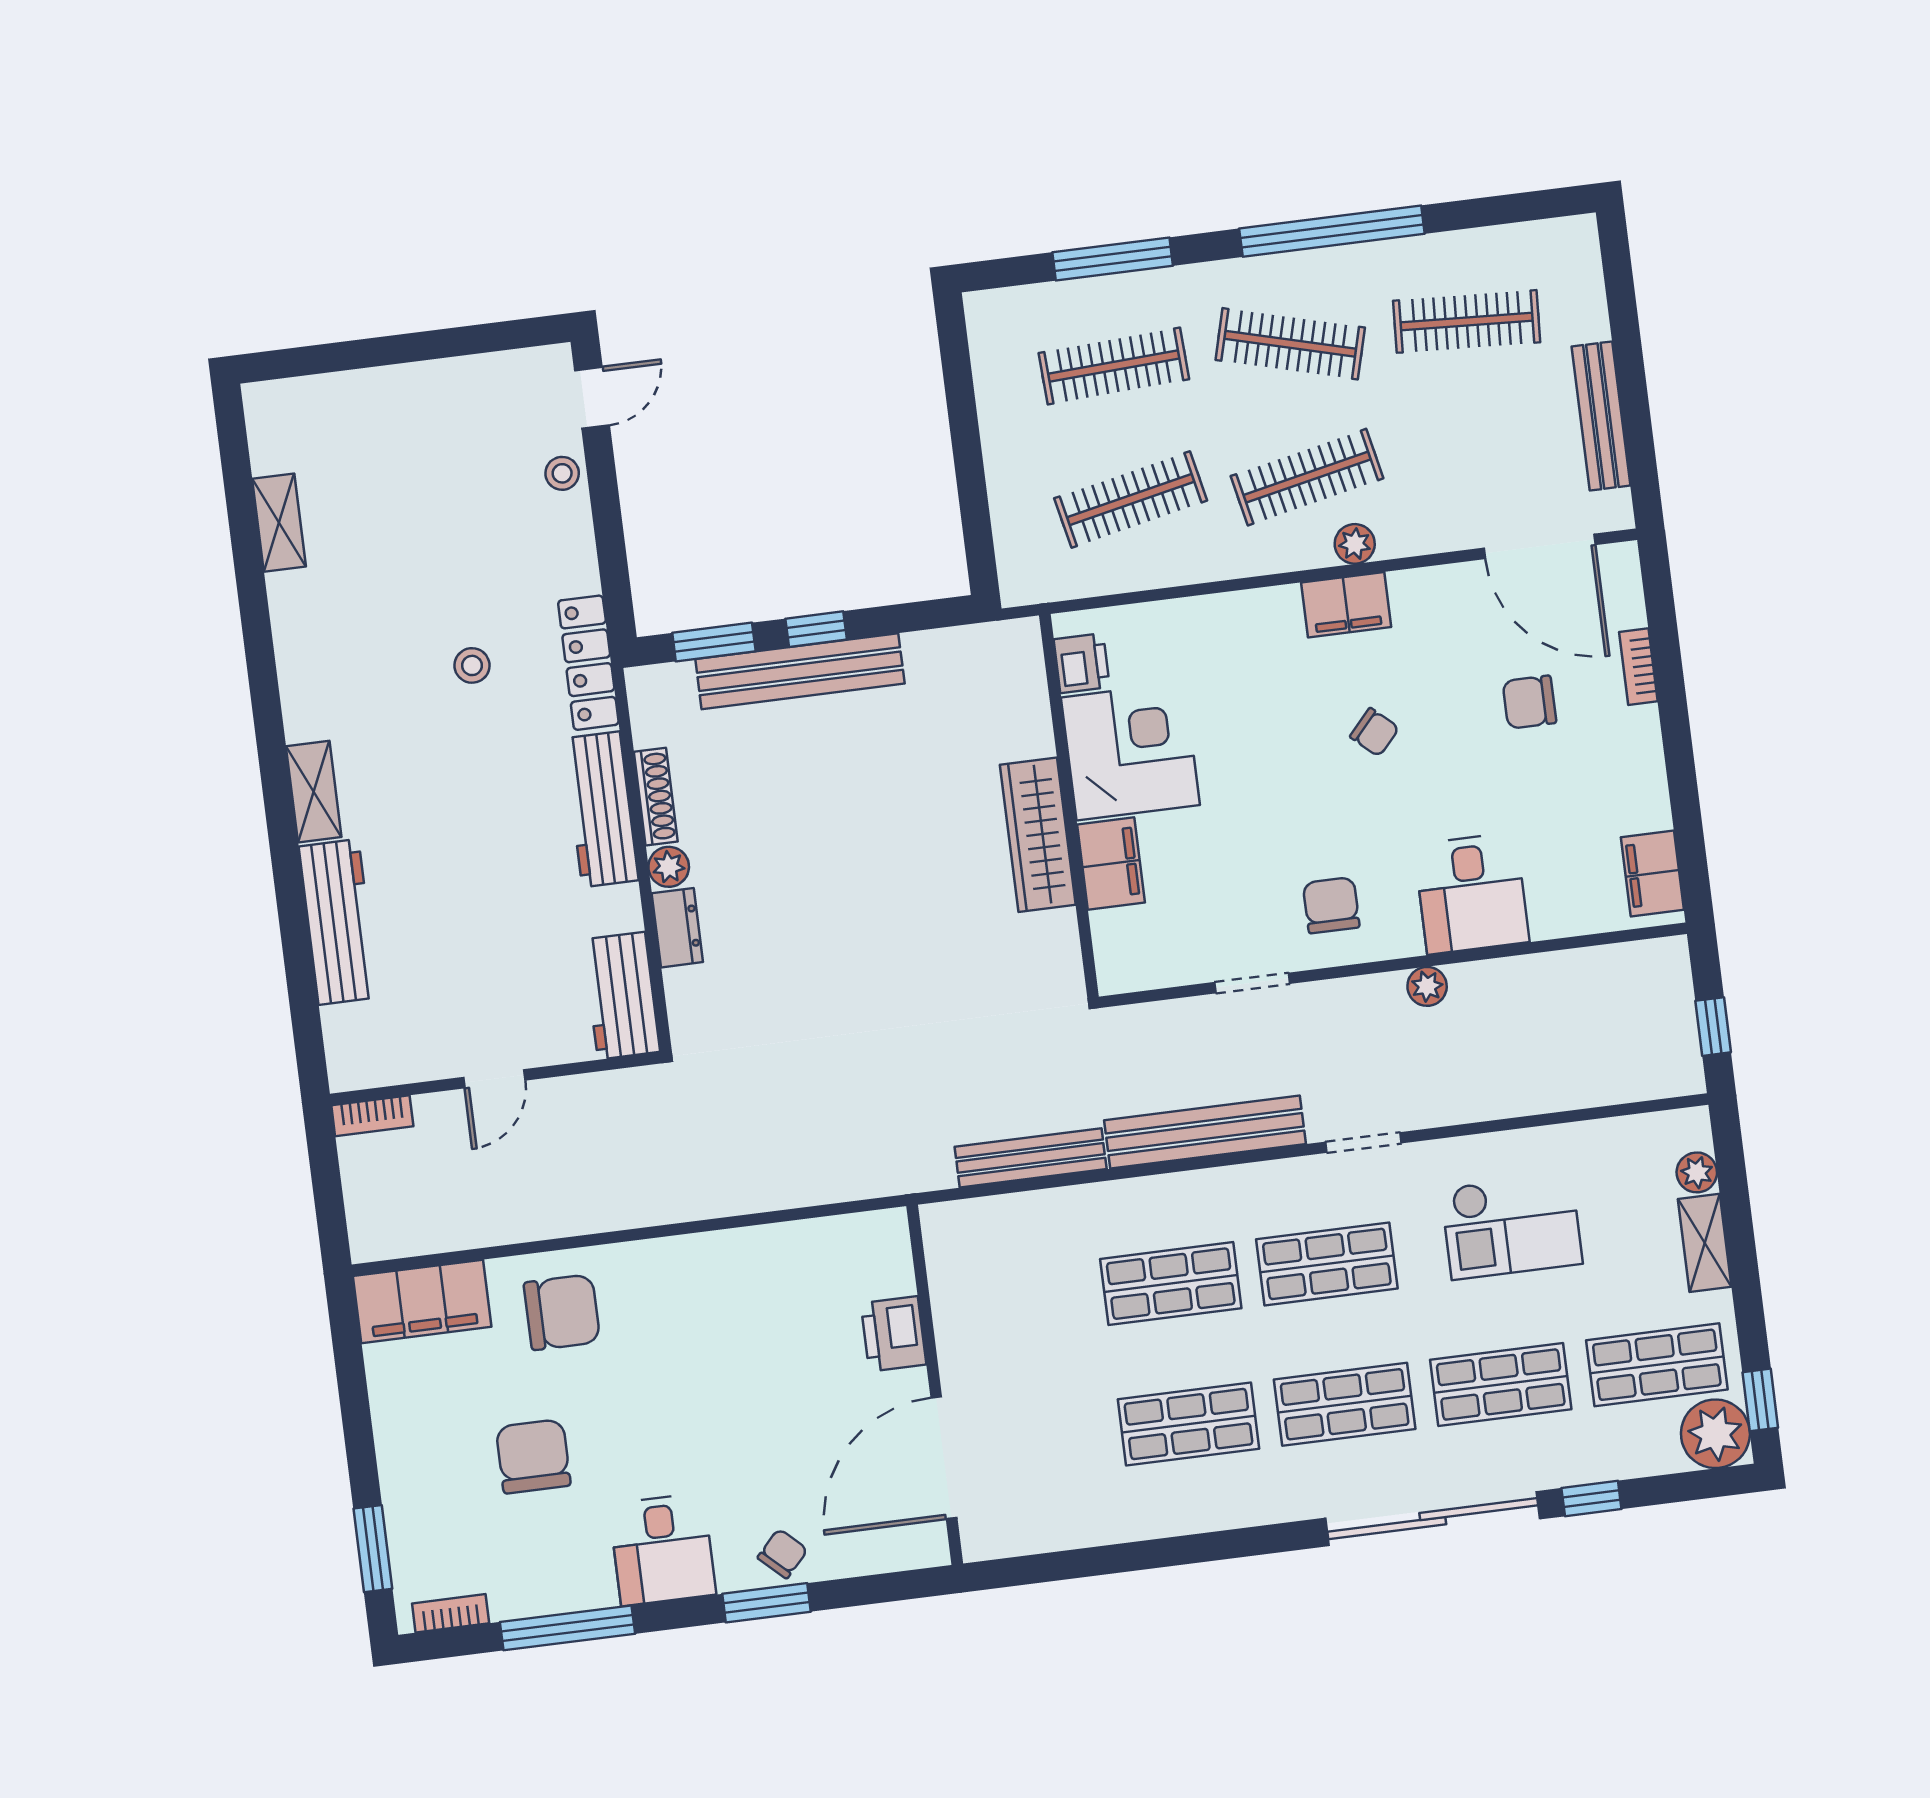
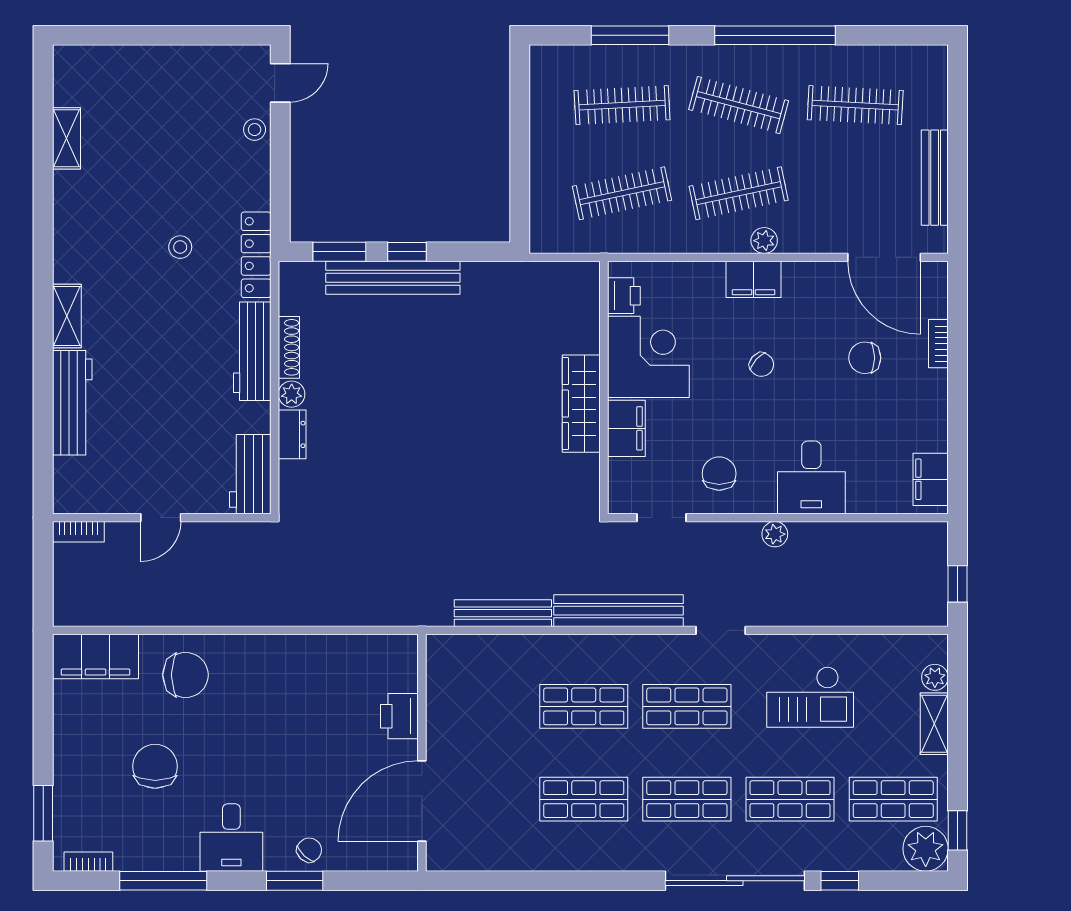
printer: (1082, 663) -> (624, 296), moved
corner desk: (1130, 751) -> (648, 357), moved
wall: (1069, 806) -> (604, 387), moved
wardrobe: (1038, 835) -> (581, 404), moved
filing cabinet: (1111, 864) -> (626, 428), moved

